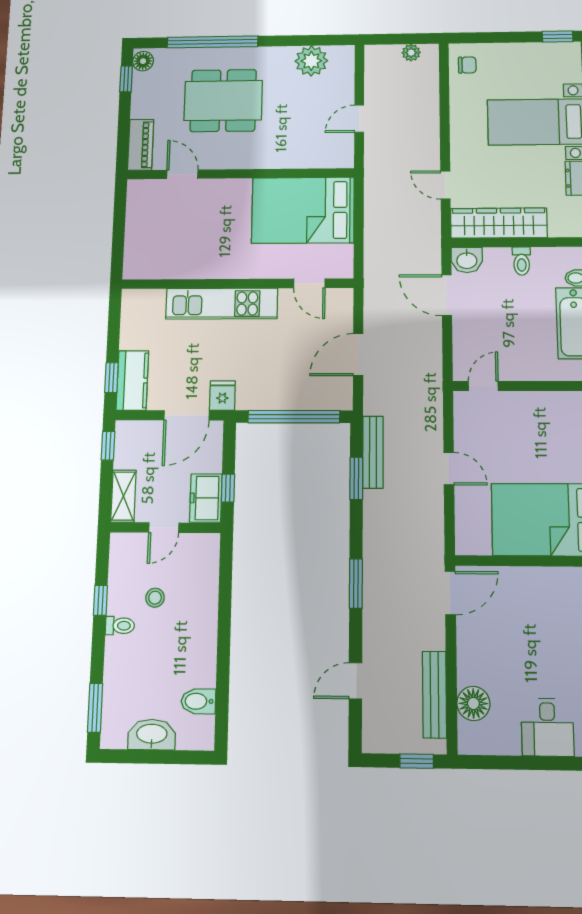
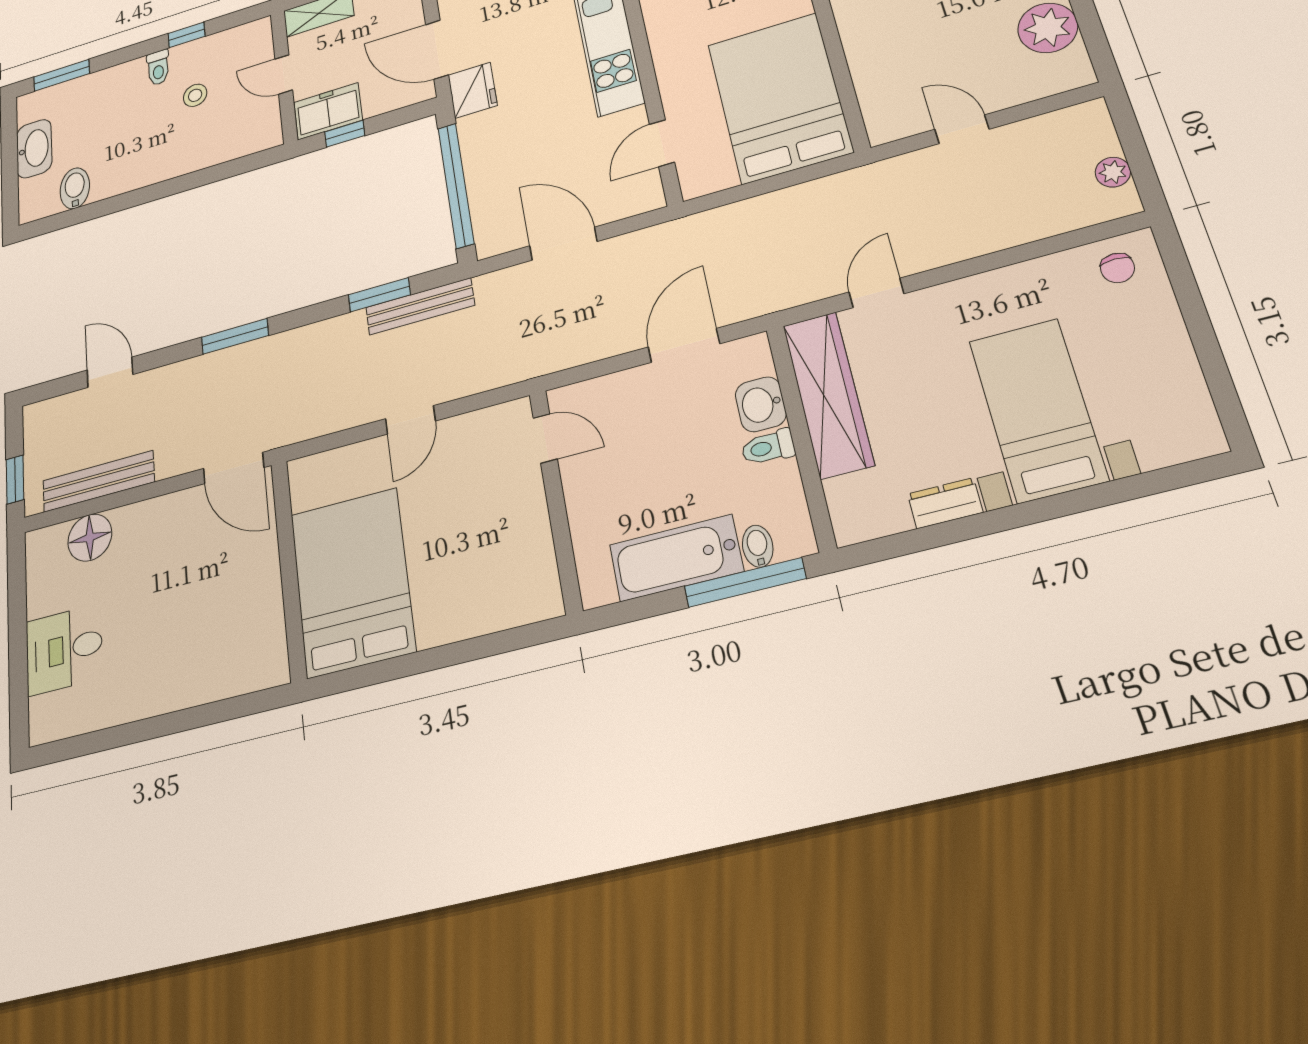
window: (558, 37) -> (1229, 407), removed
washbasin: (467, 260) -> (761, 404), moved
fridge: (222, 396) -> (473, 90), width x1.38

